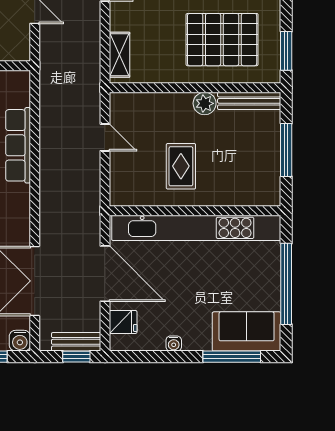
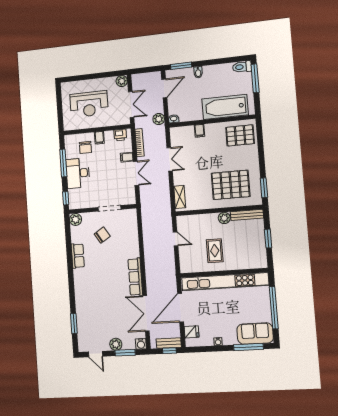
row of seats: (18, 145) -> (135, 277), moved
window: (286, 150) -> (268, 239), width x0.69
door: (105, 274) -> (181, 308), swing flipped

